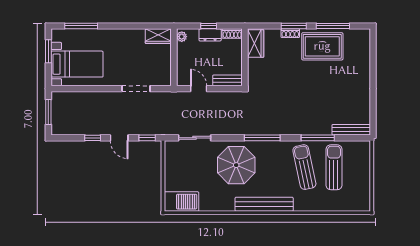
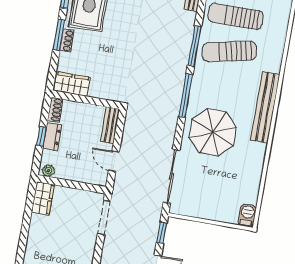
doorway: (136, 89) -> (104, 217), moved
door: (199, 89) -> (114, 161), hinge flipped
sliding door: (195, 138) -> (172, 176), width x1.37
window: (318, 138) -> (194, 46), moved
barbecue: (181, 202) -> (247, 215), width x0.53, depth x0.65

